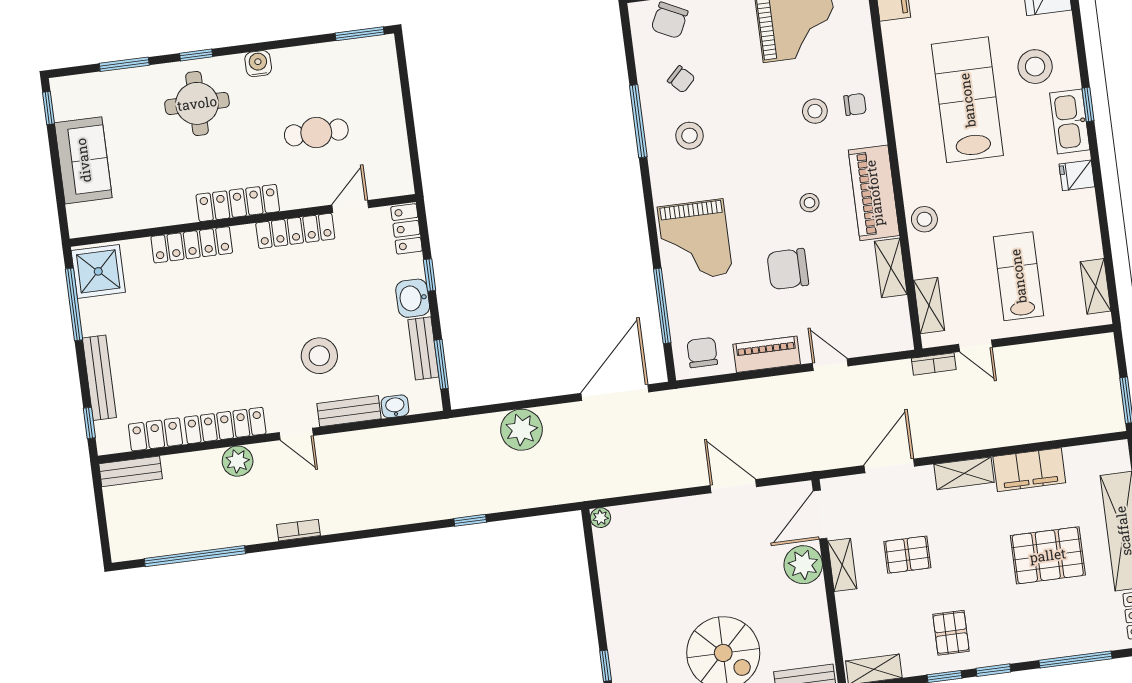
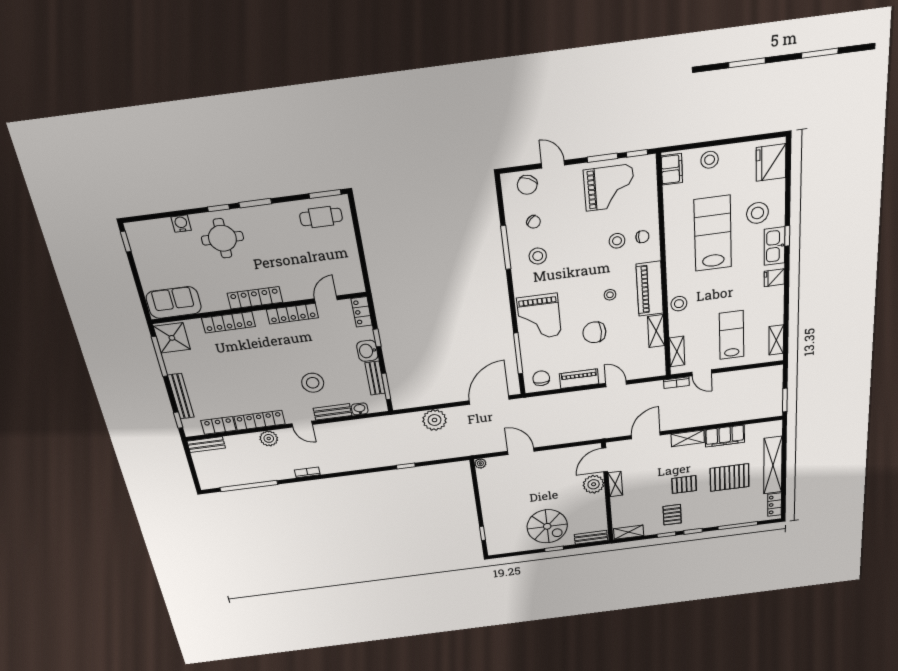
window: (124, 64) -> (255, 203), moved
water cooler: (258, 64) -> (181, 224), moved
cafe table: (316, 132) -> (321, 217), moved
sofa: (83, 160) -> (174, 303), moved, turned -90
door: (733, 486) -> (521, 451), moved
pallet: (907, 555) -> (684, 485), moved

